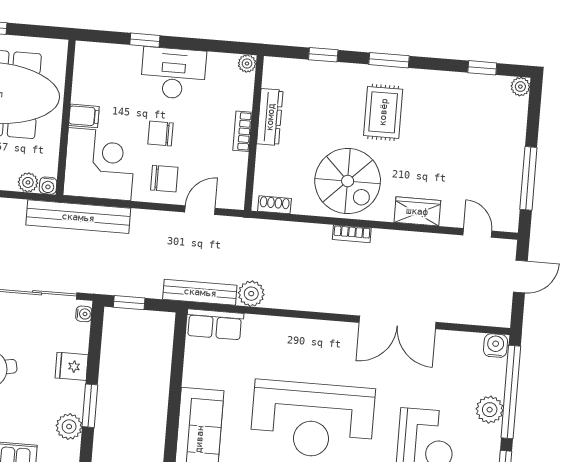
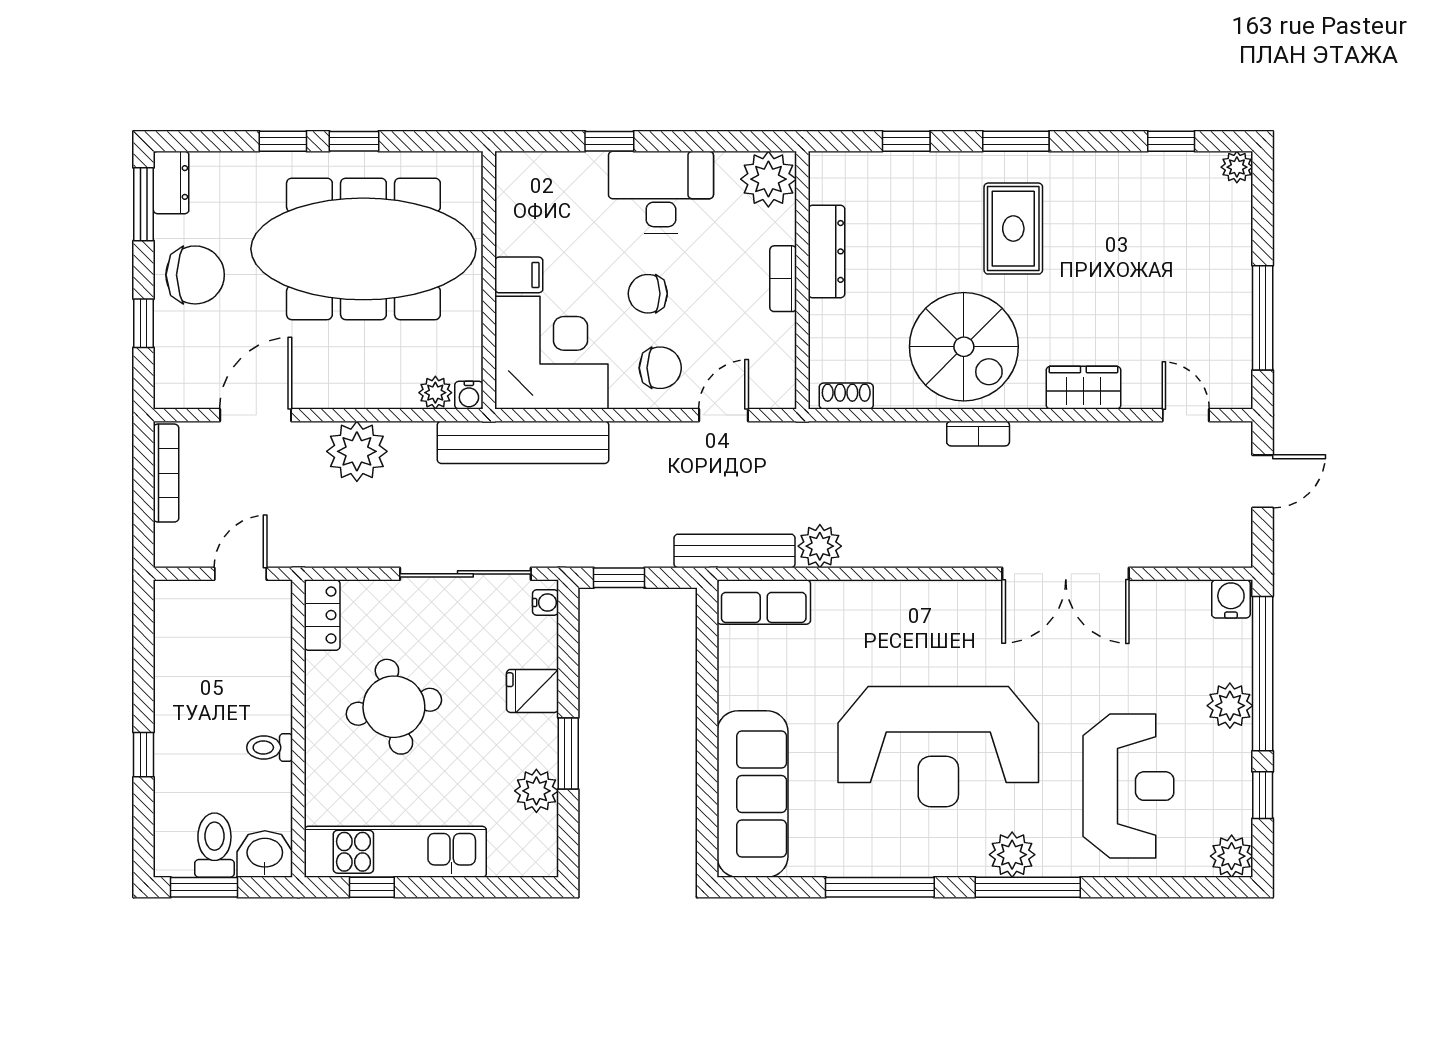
plant: (247, 63) -> (768, 179), width x1.87, depth x1.87

